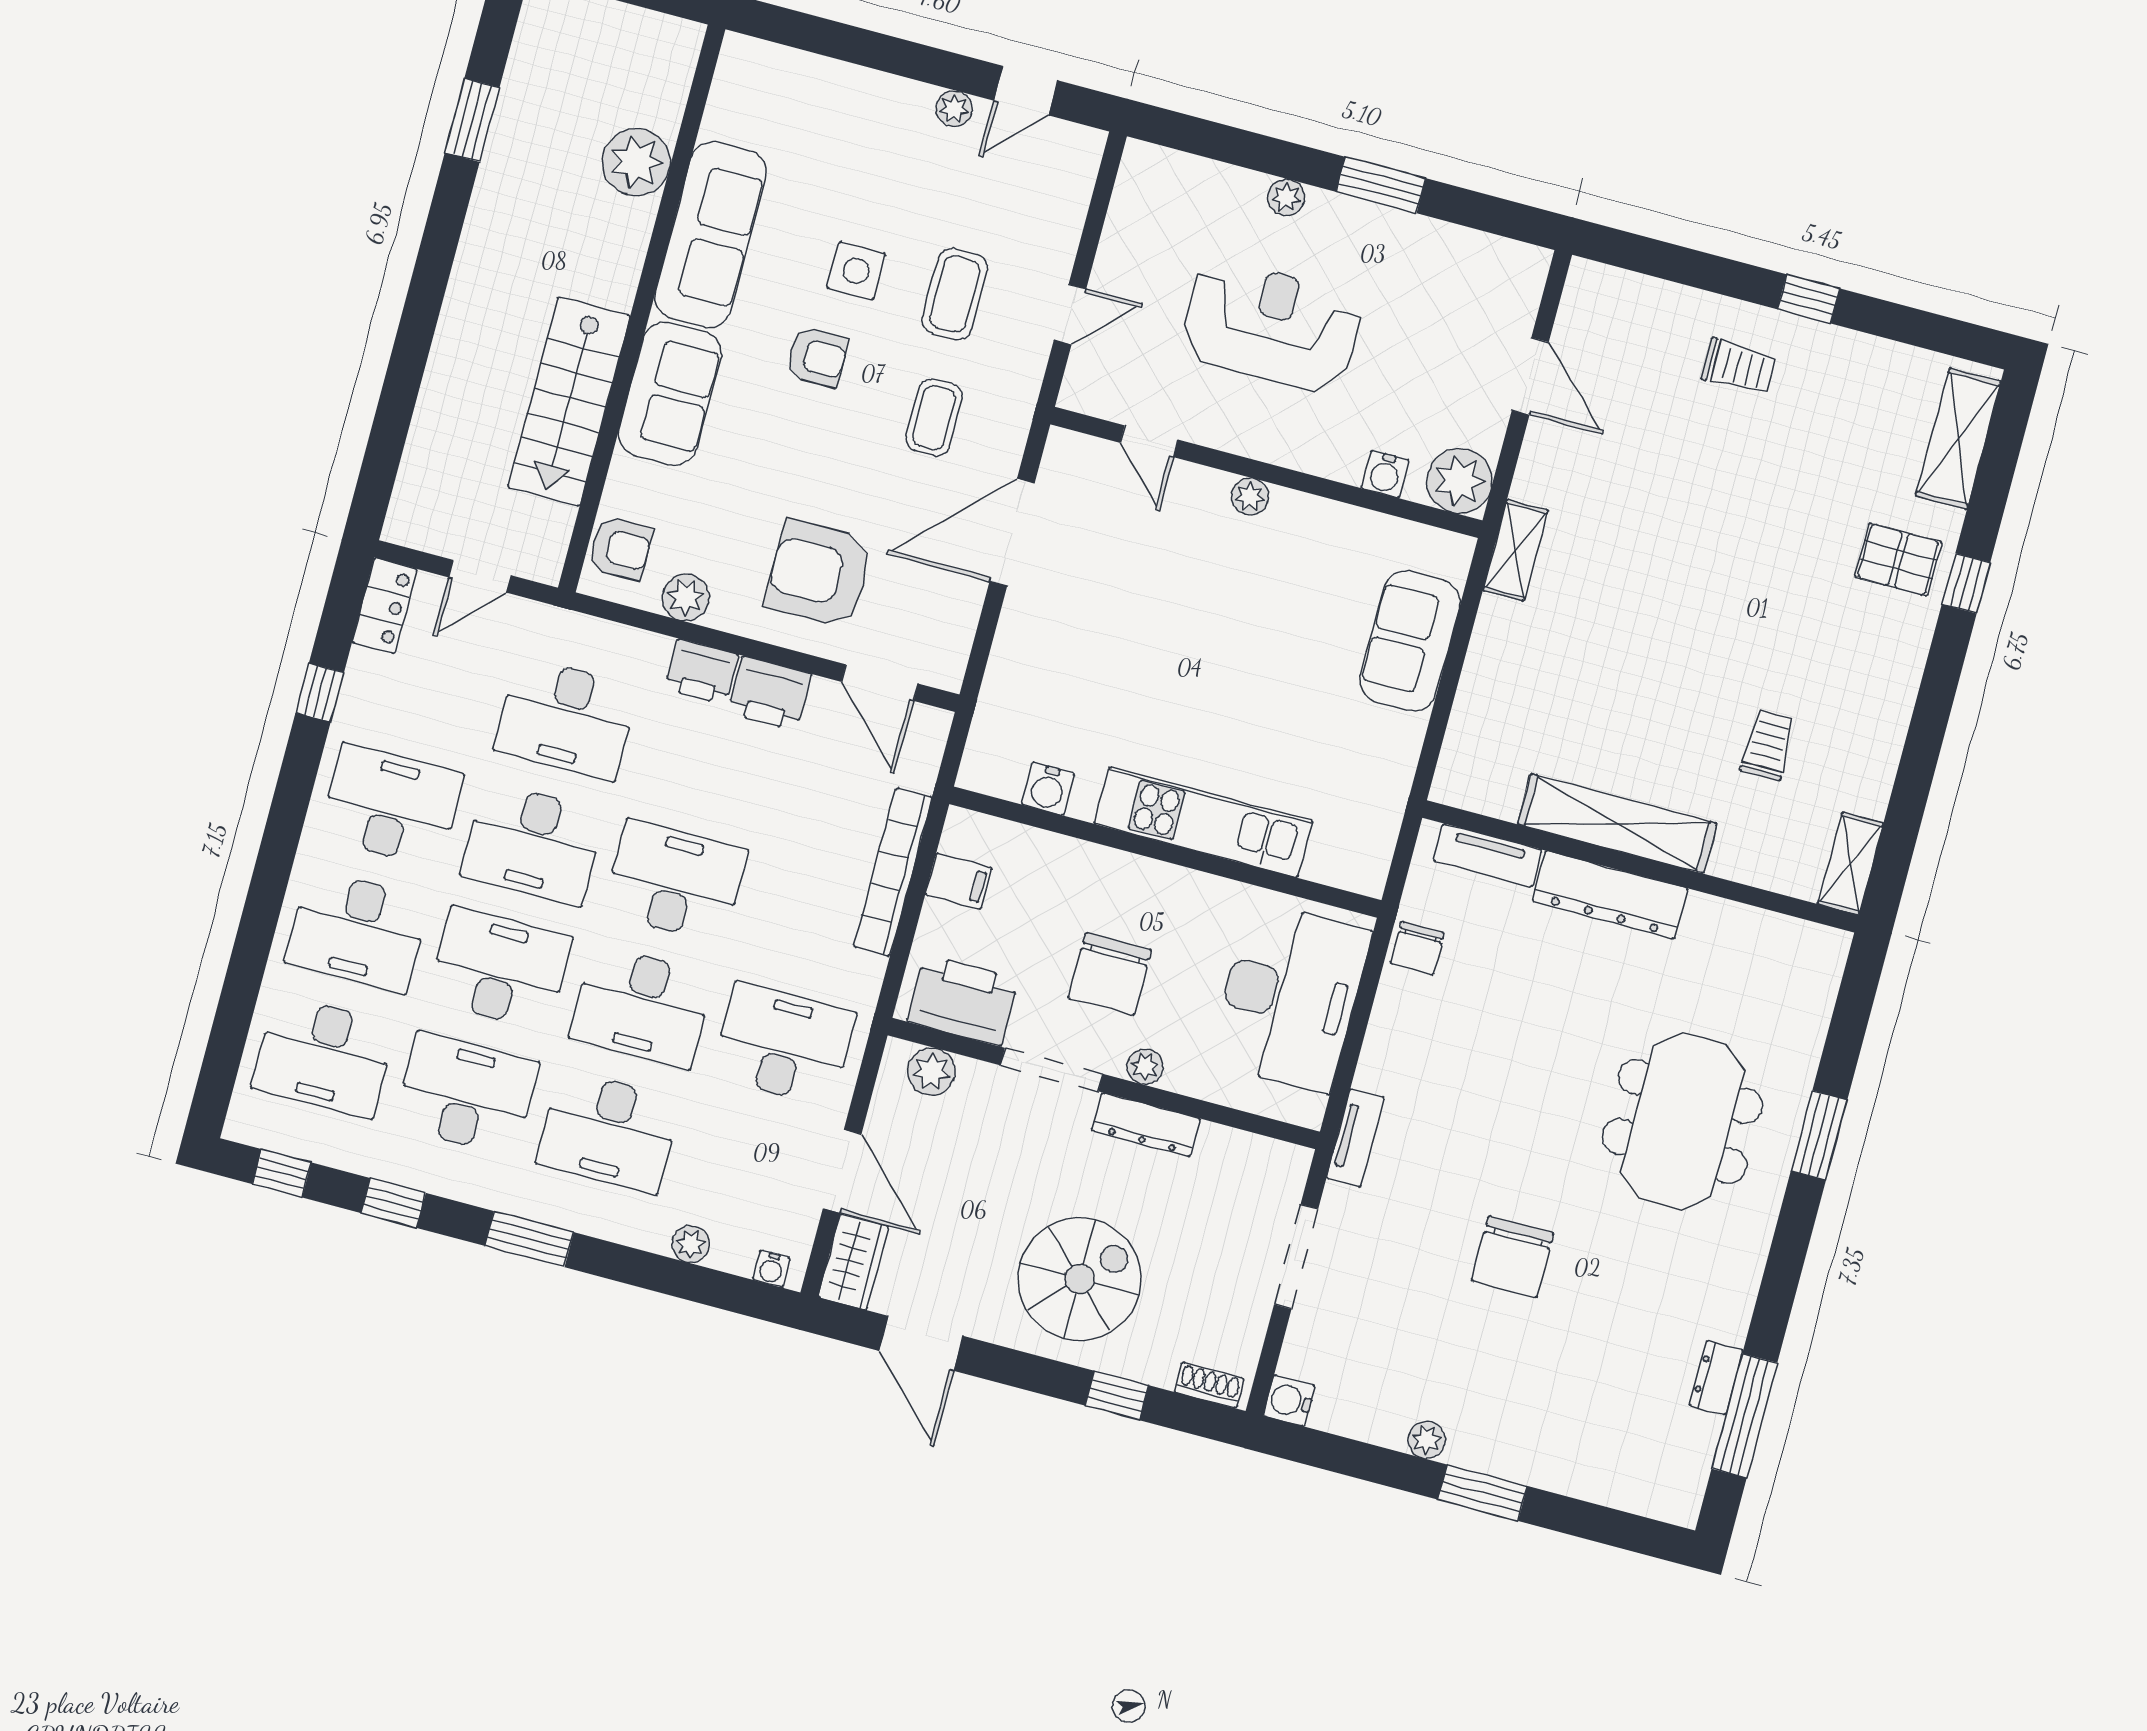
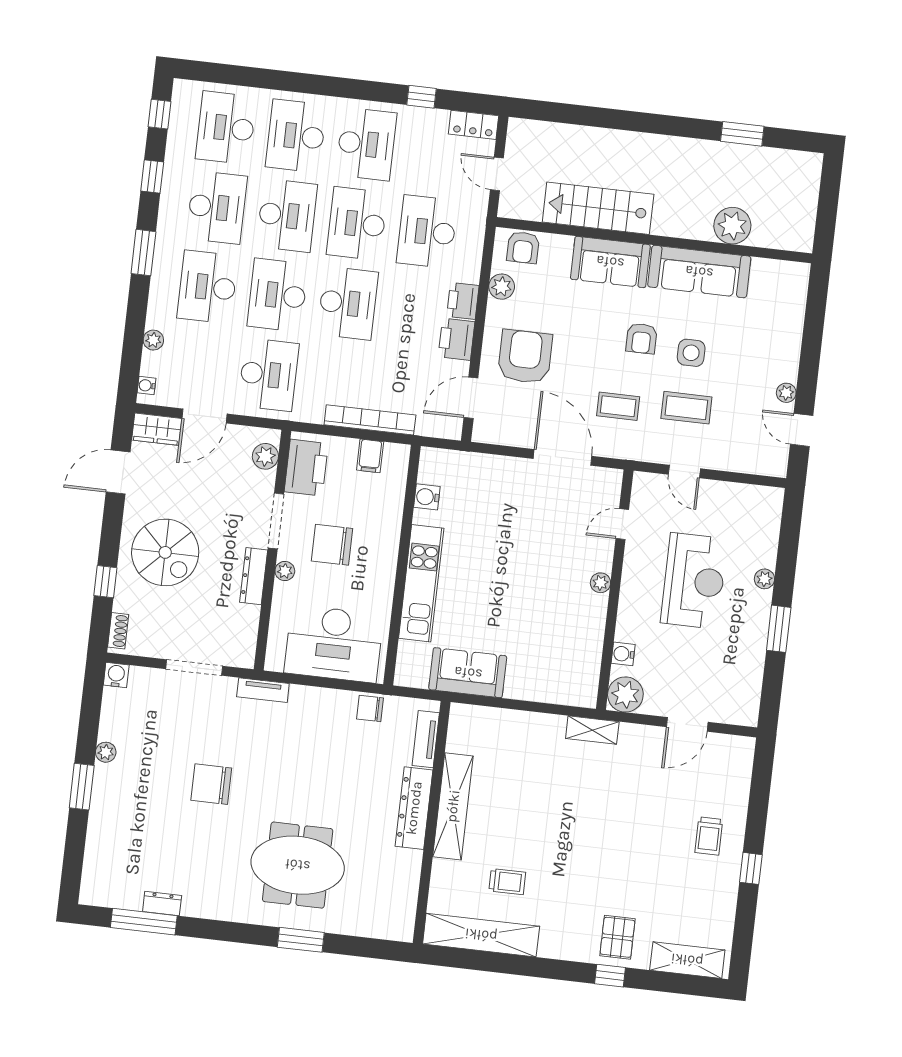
sofa: (1410, 641) -> (468, 673), moved
shelving: (1851, 864) -> (481, 935), width x2.20, depth x1.33

